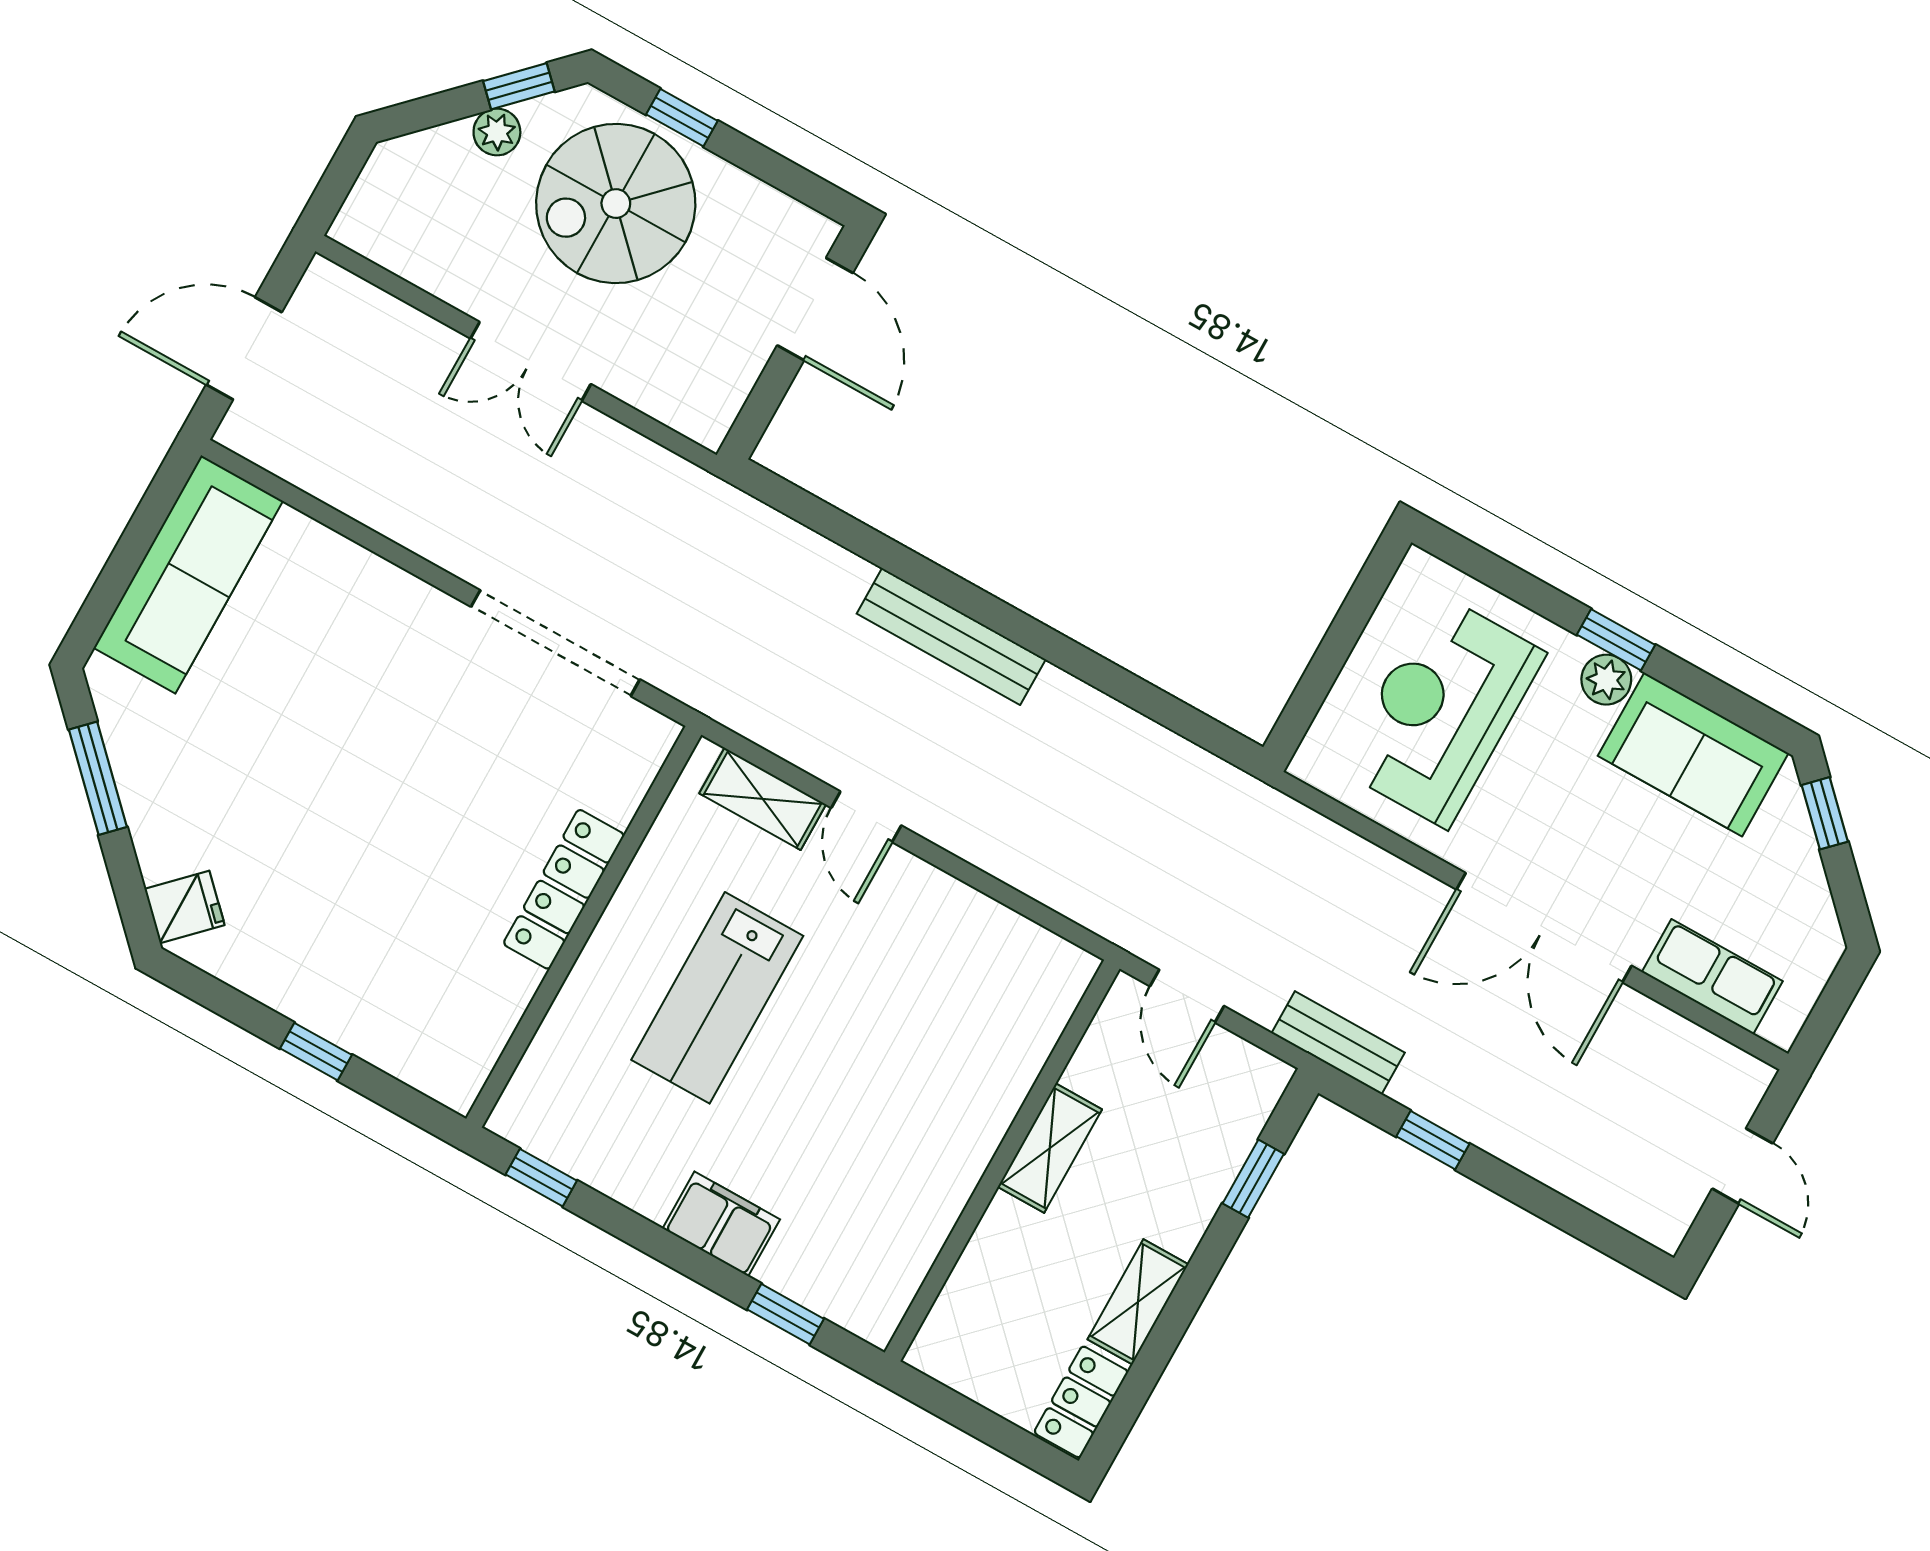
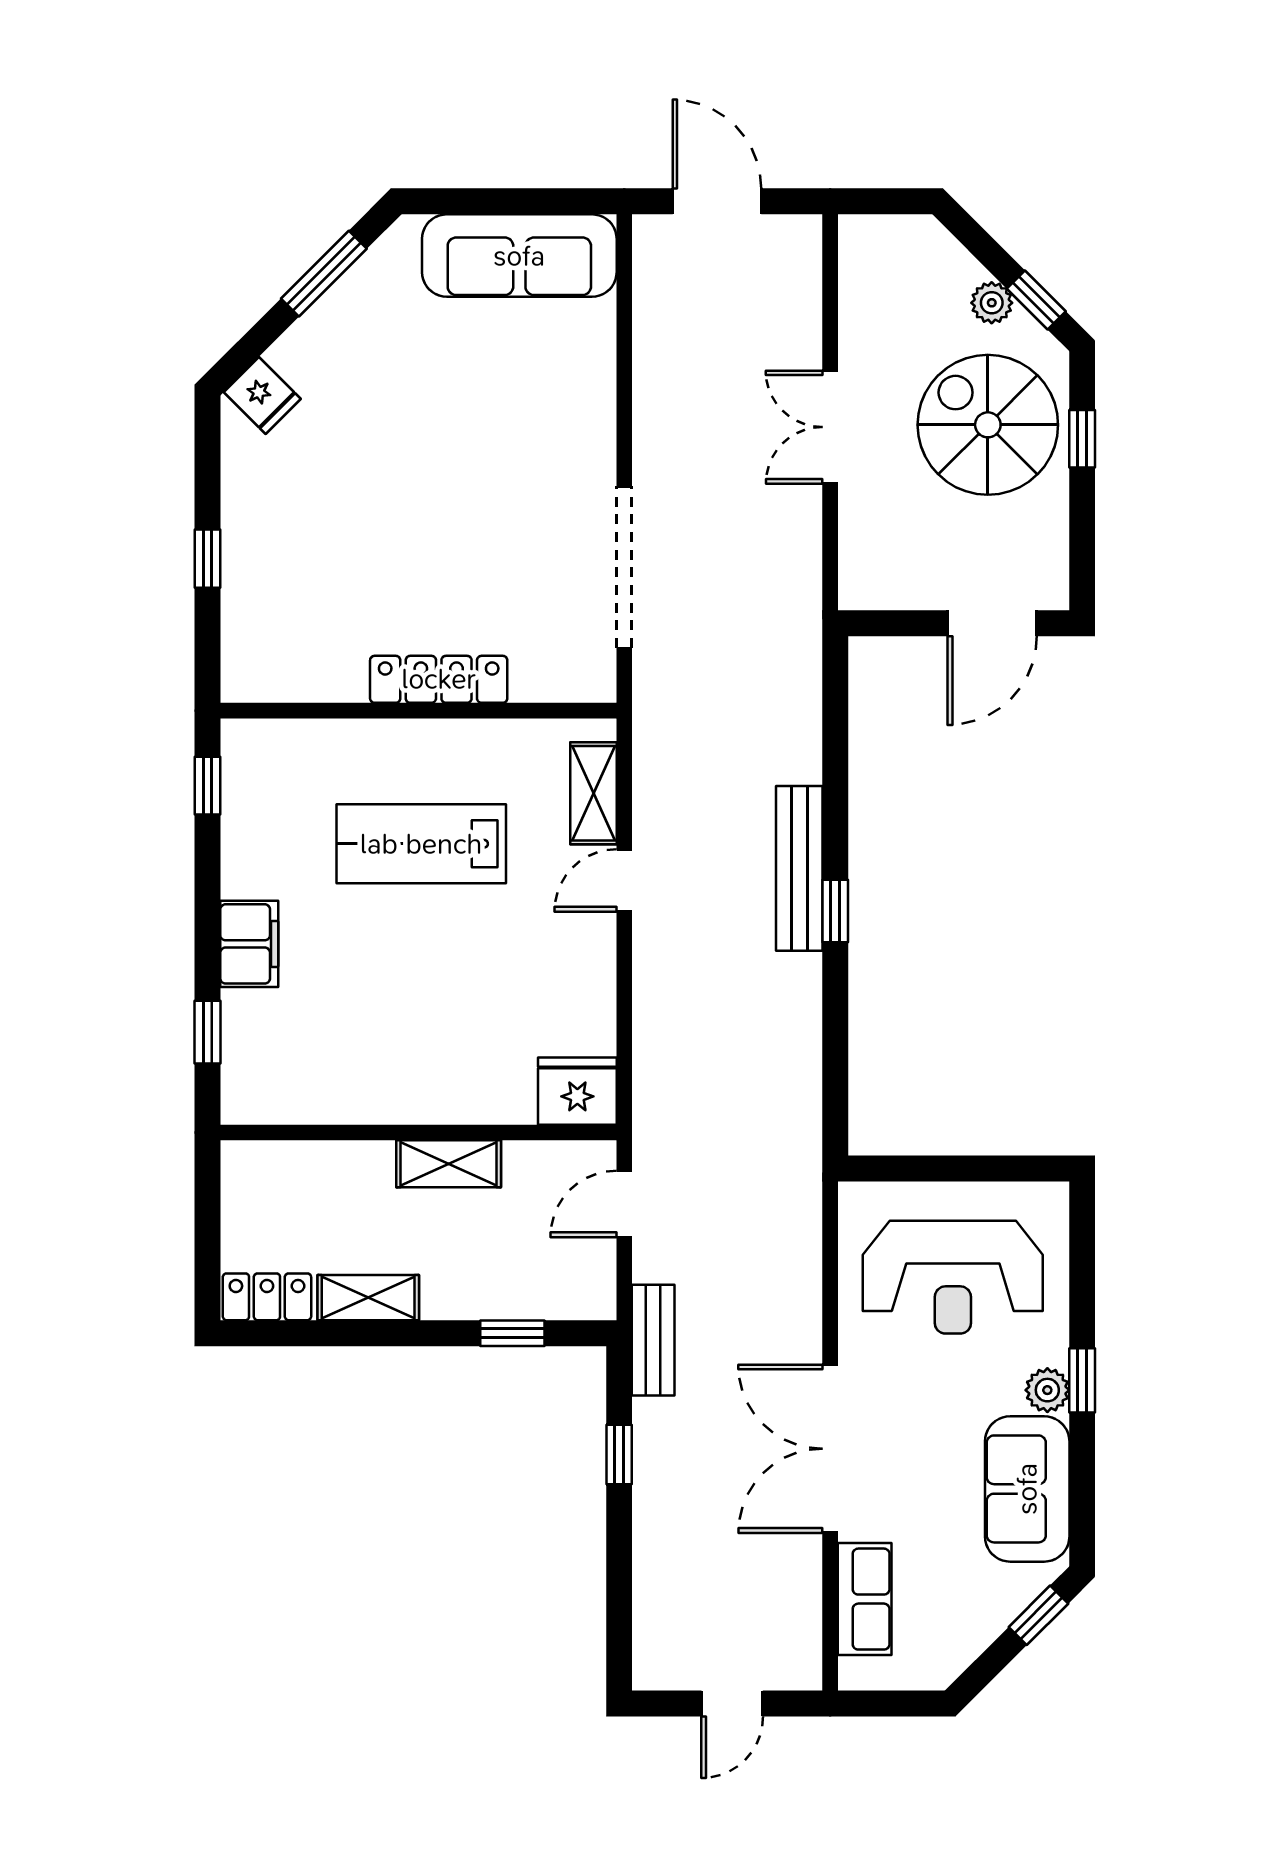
window: (1013, 624) -> (835, 911), added
reception desk: (1442, 711) -> (953, 1277), turned 180
fridge: (1049, 980) -> (577, 1091), added

